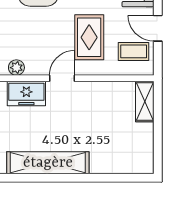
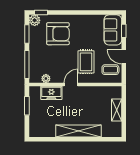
shelving: (145, 101) -> (117, 110), moved
shelving: (48, 163) -> (78, 131), moved

